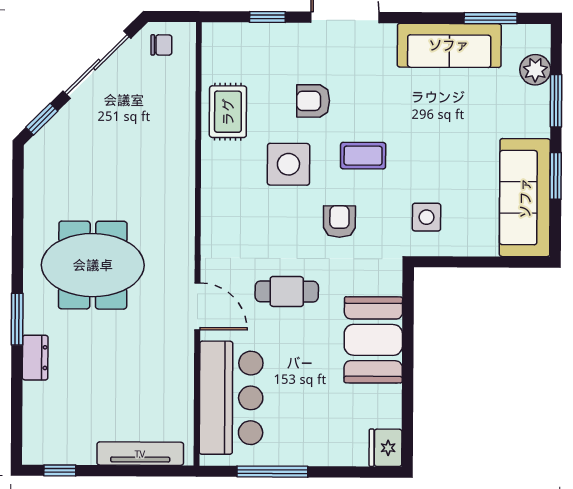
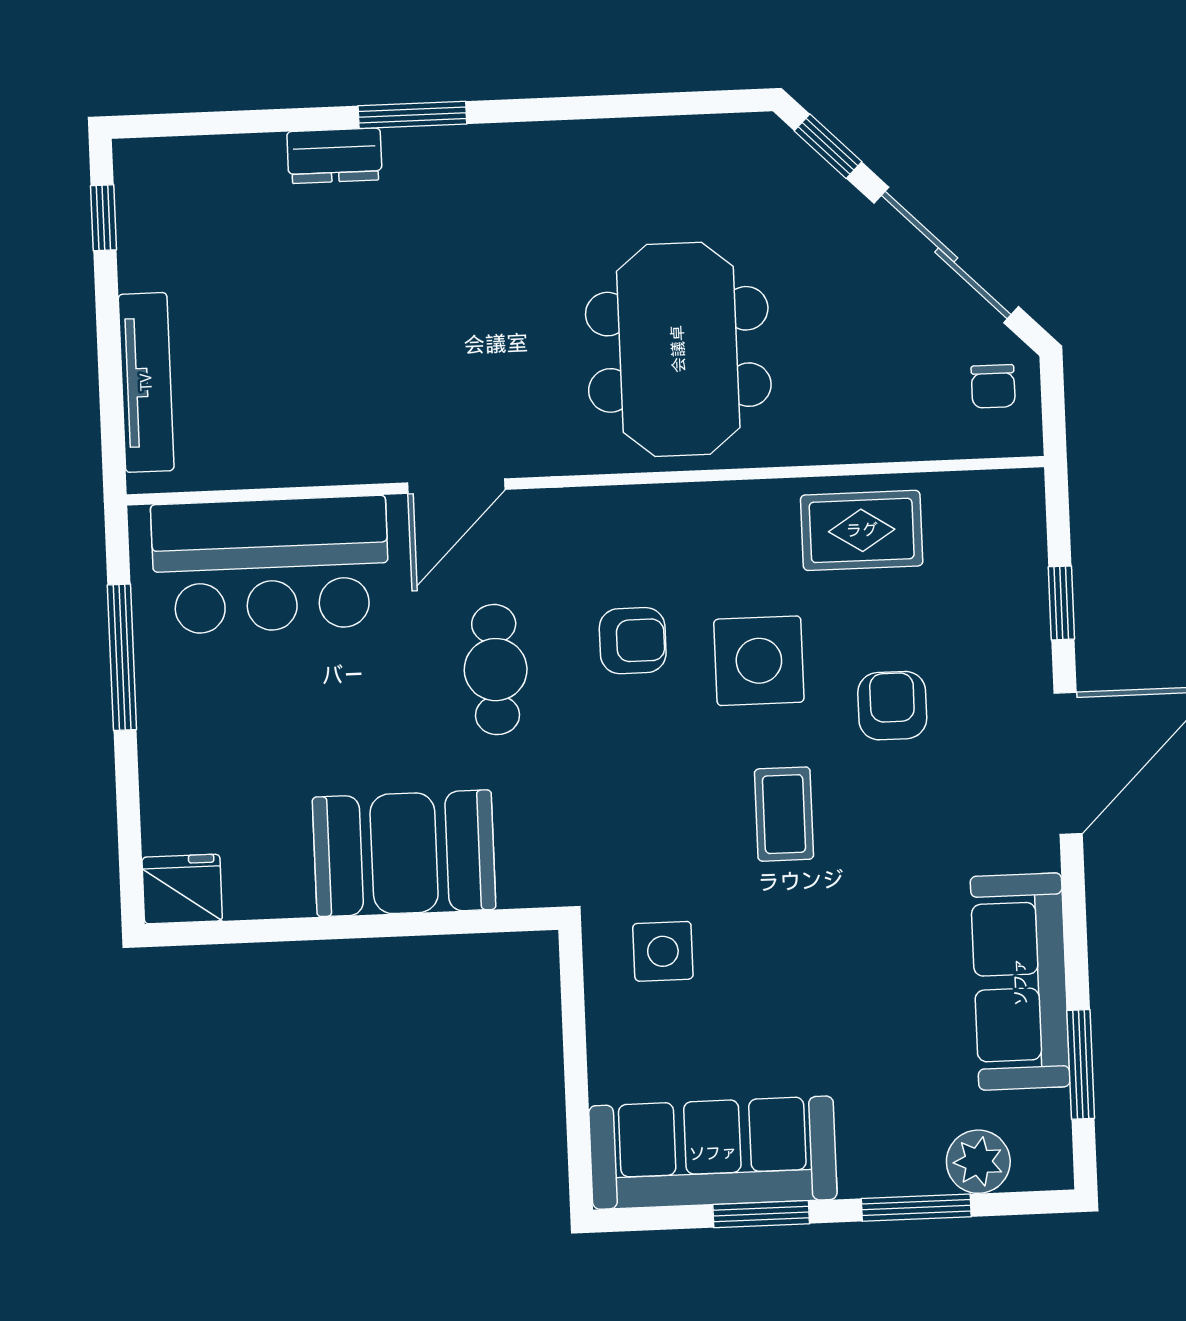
armchair: (339, 221) -> (633, 641), moved
meeting table: (93, 265) -> (678, 349), moved

